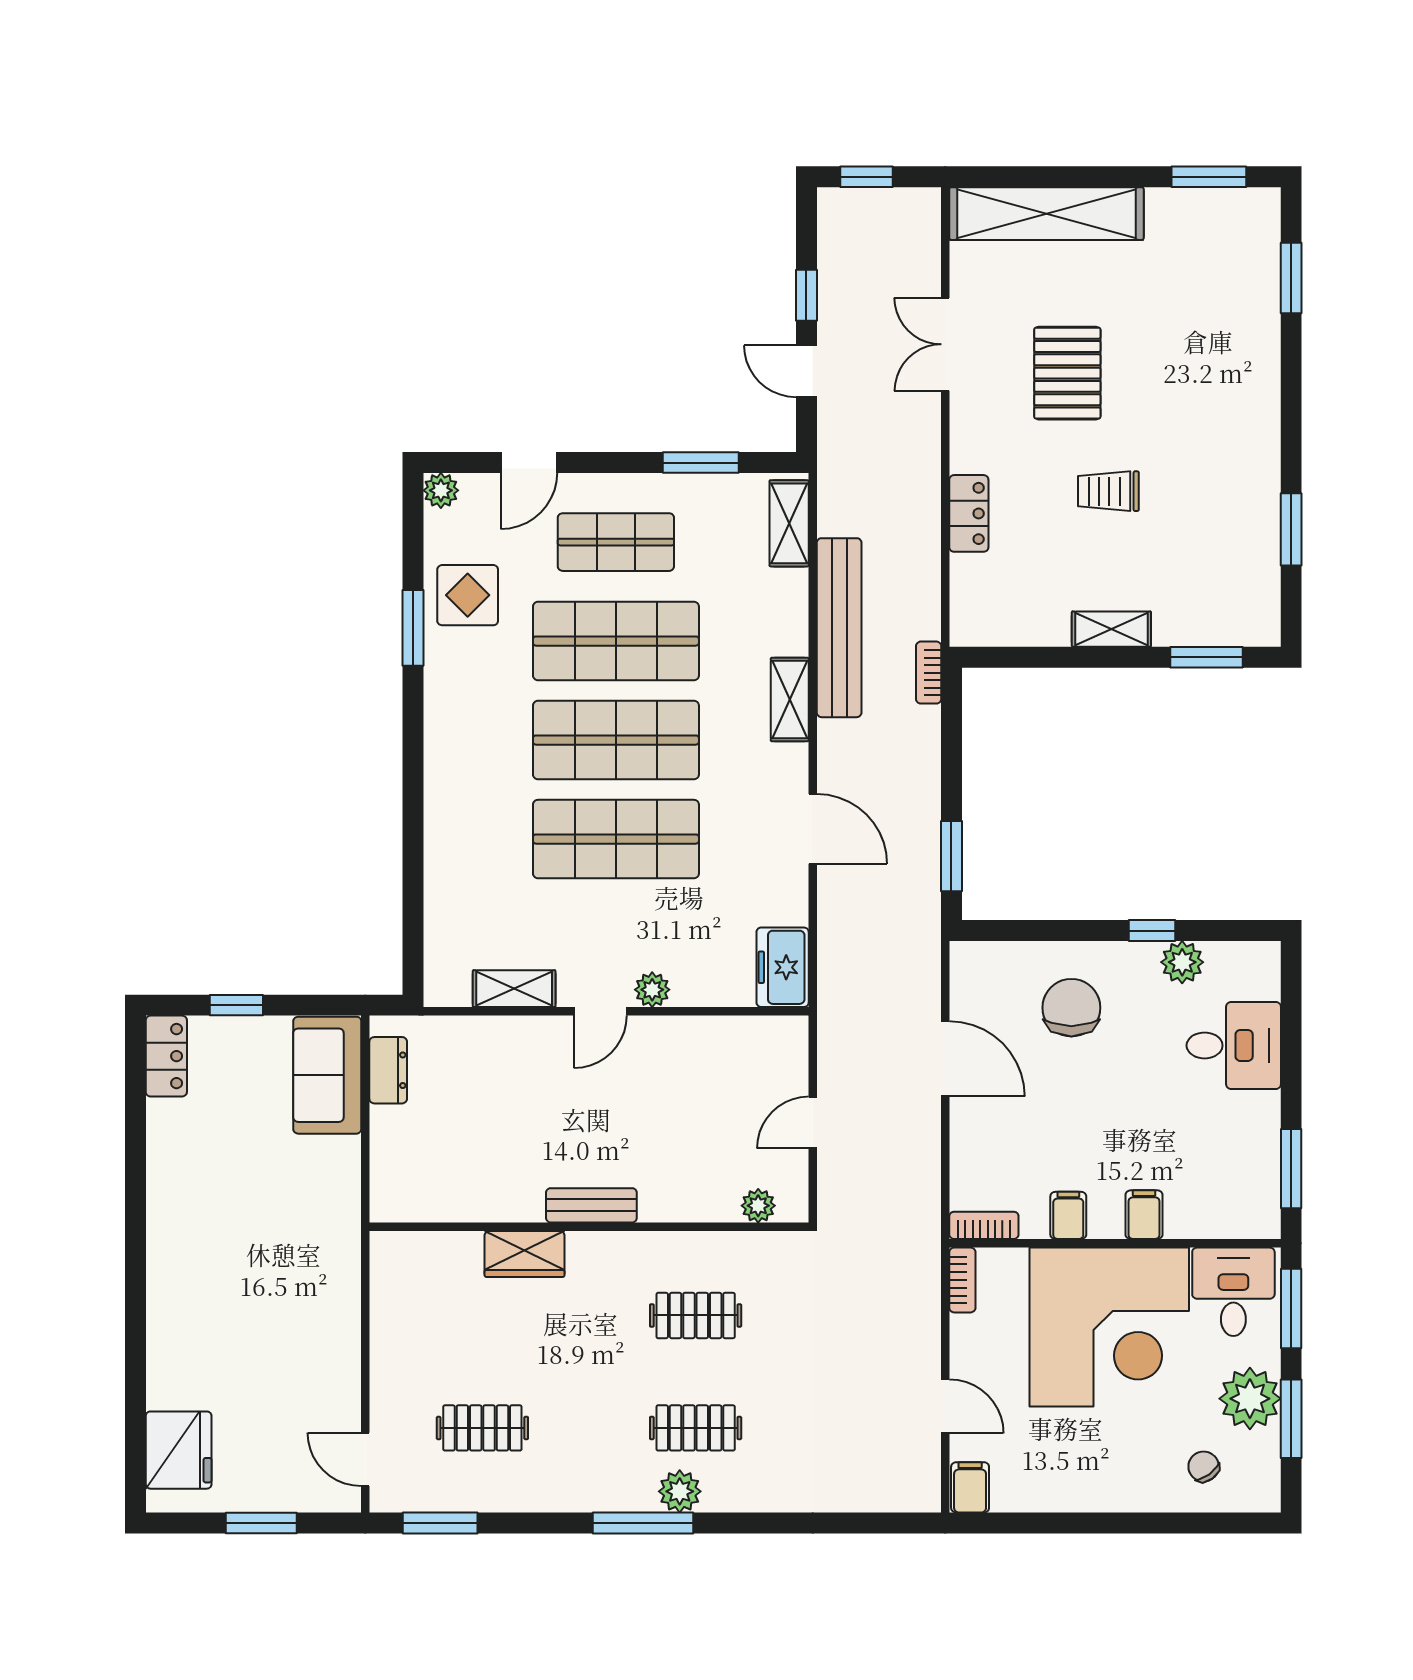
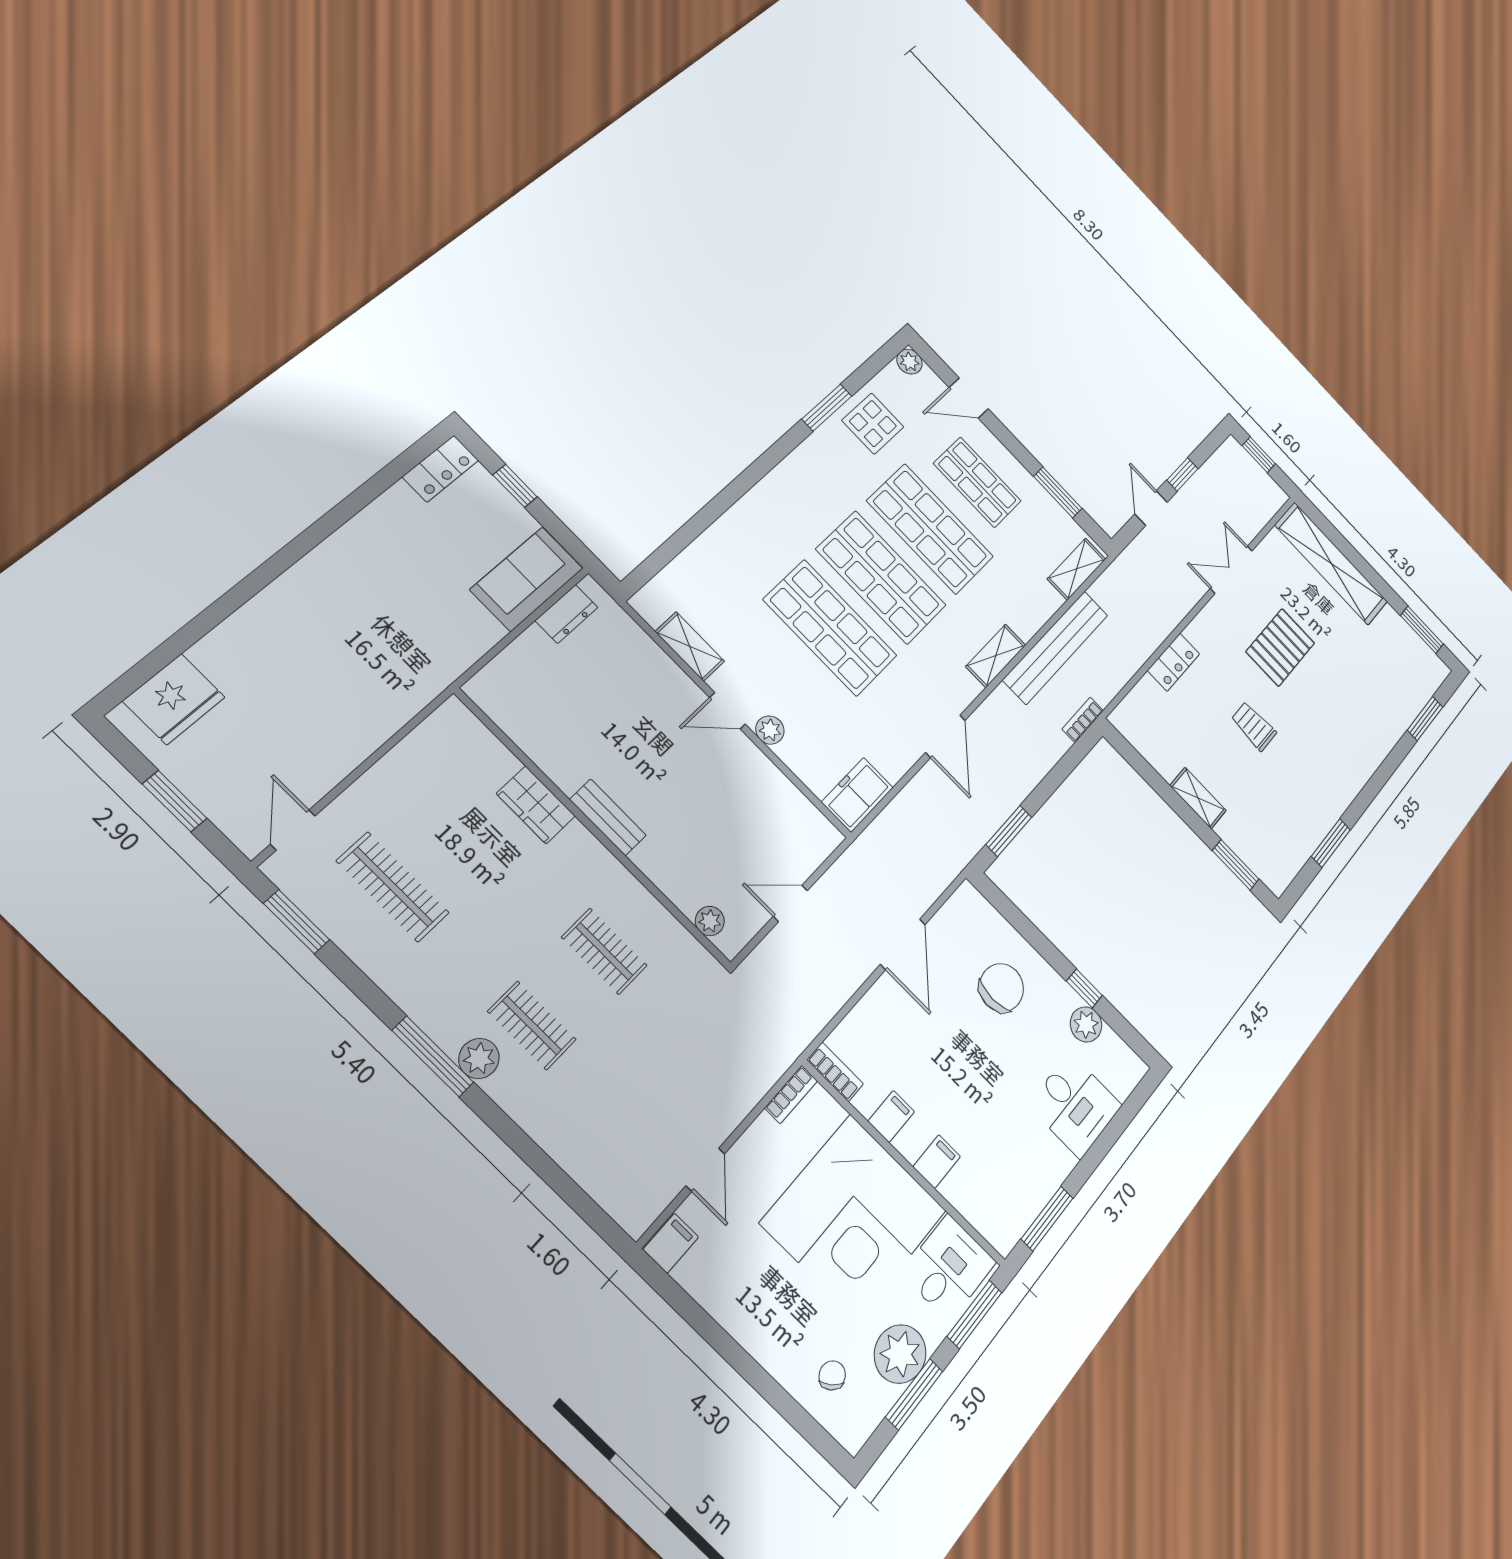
clothes rail: (482, 1428) -> (393, 887), width x1.36

